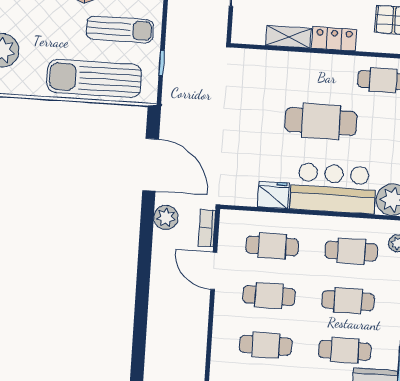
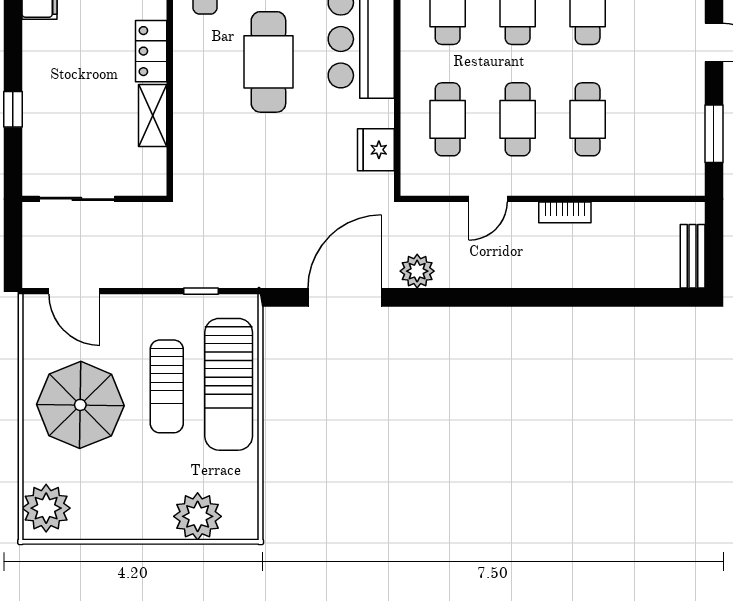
sun lounger: (120, 29) -> (167, 386), moved, turned 180
fridge: (273, 195) -> (376, 150), moved
bookcase: (207, 228) -> (565, 212), moved
door: (214, 271) -> (488, 199), width x0.73

